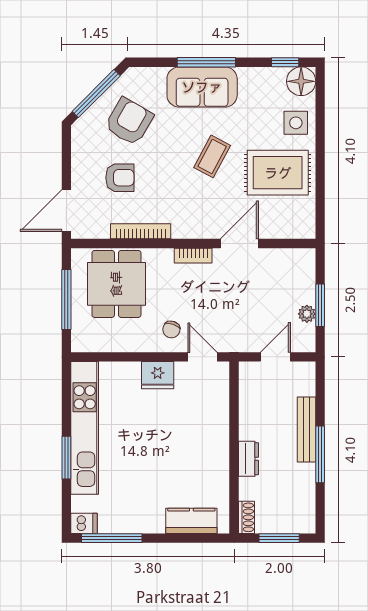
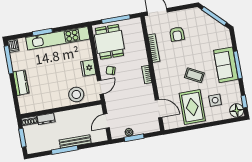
armchair: (129, 121) -> (204, 34), removed
side table: (296, 123) -> (215, 100), moved
door: (239, 244) -> (159, 109), moved
dining table: (116, 284) -> (109, 42), moved, turned 90
door: (275, 357) -> (106, 121), swing flipped
stool: (209, 410) -> (76, 94), added
dresser: (248, 459) -> (46, 119), moved
kitchen counter: (191, 521) -> (21, 83), moved

